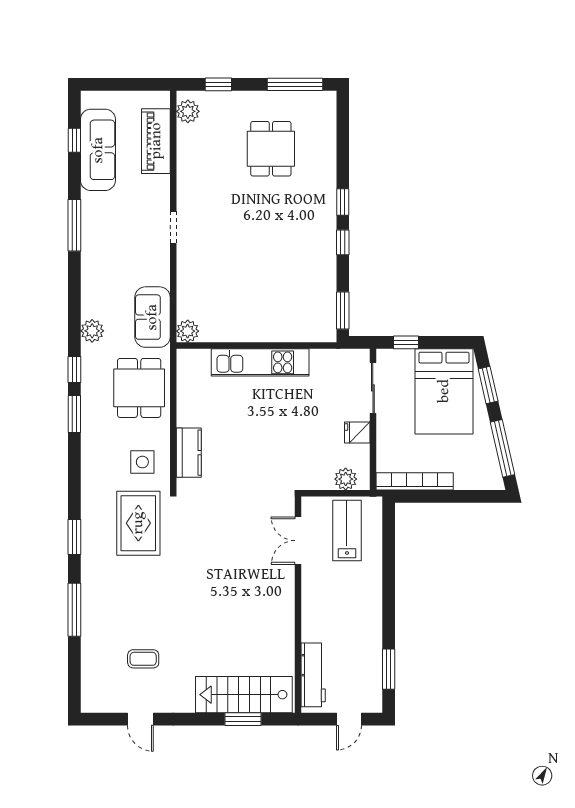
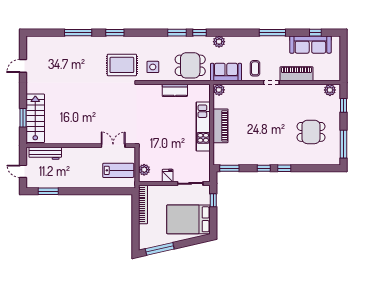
piano: (156, 141) -> (296, 74), moved
piano: (259, 328) -> (221, 126), added
window: (488, 385) -> (192, 242), removed
kitchen counter: (189, 453) -> (175, 90), moved
coffee table: (143, 659) -> (255, 68), moved

